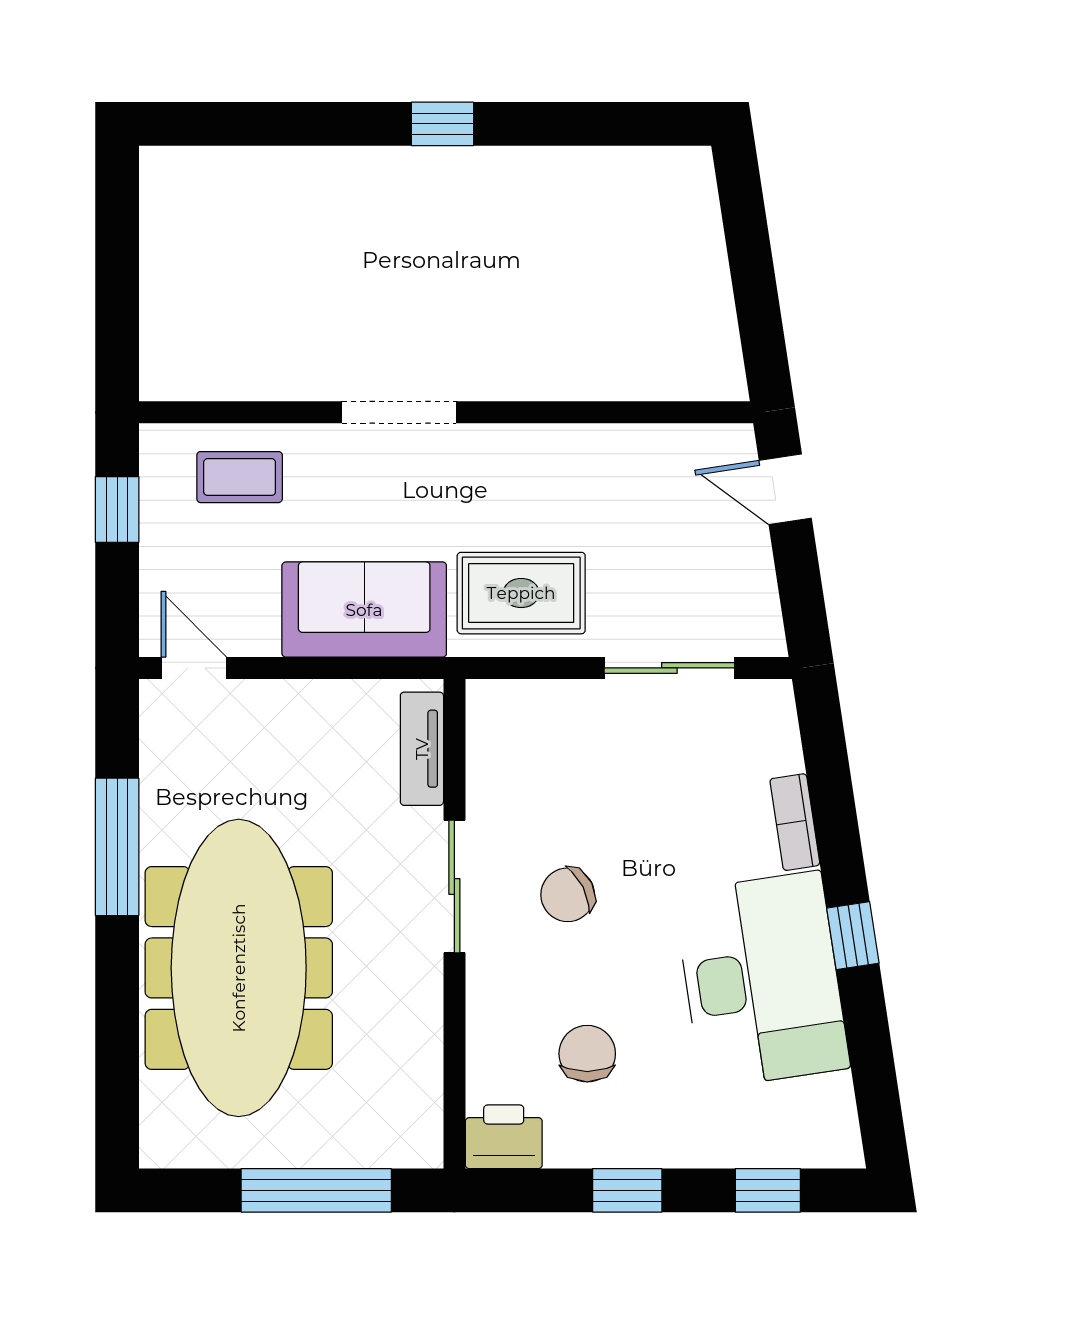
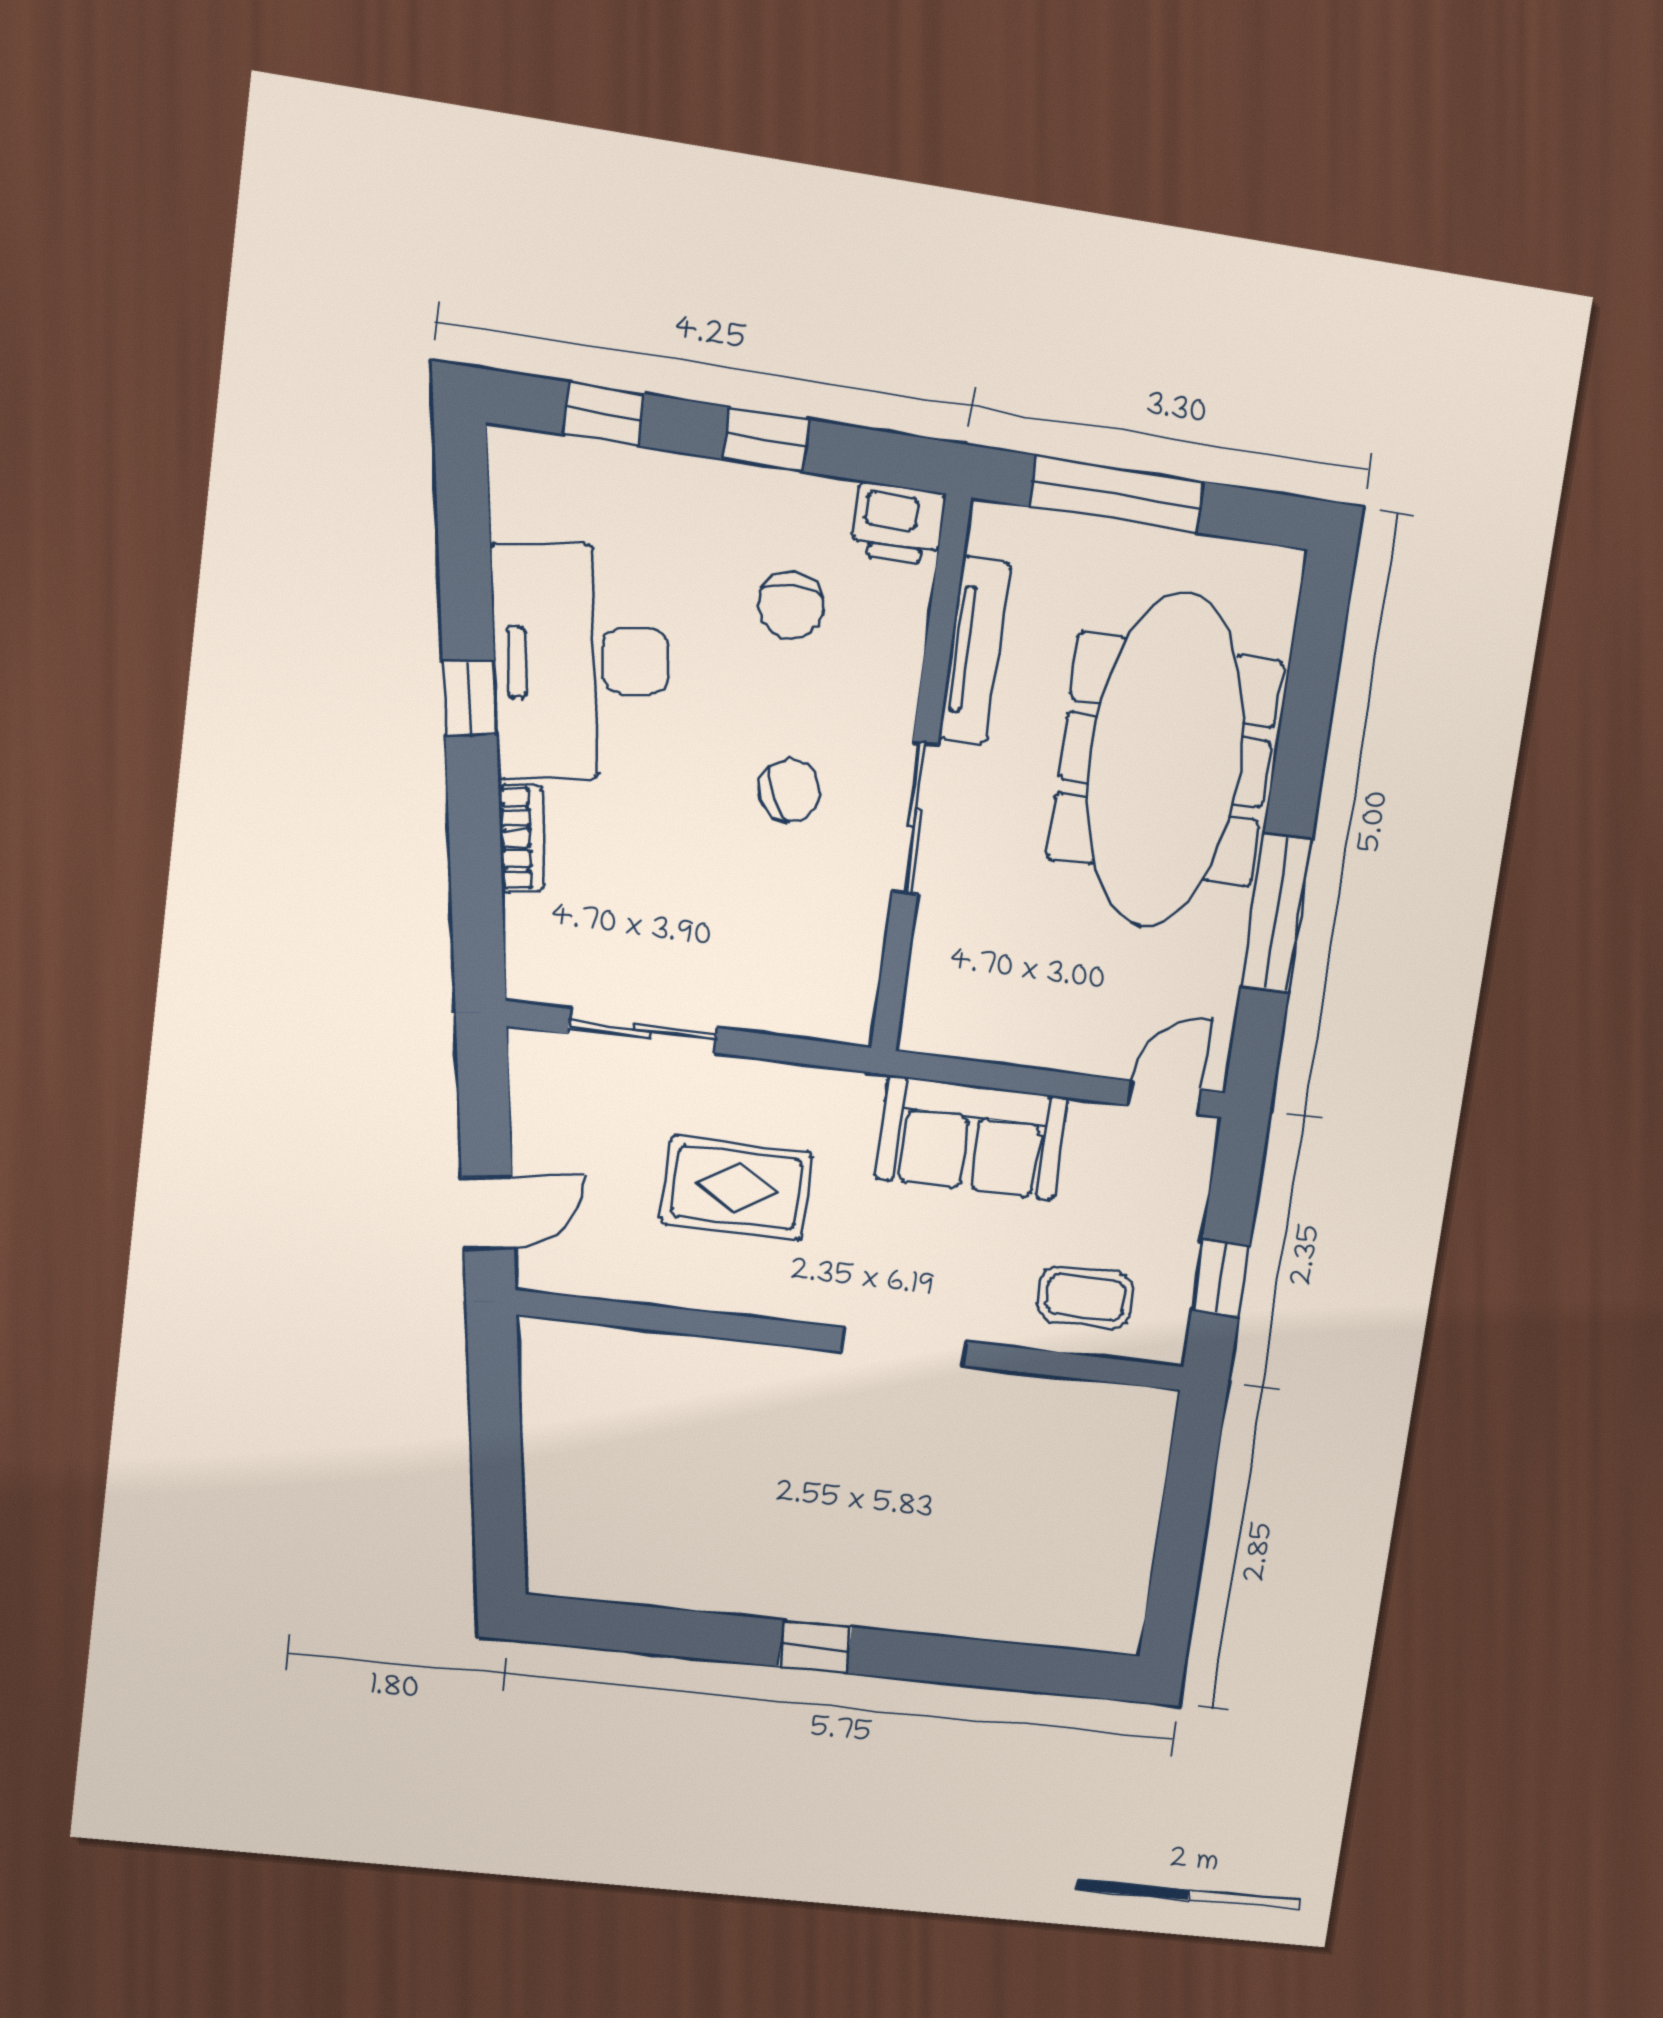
door: (785, 489) -> (488, 1213), hinge flipped
rug: (521, 593) -> (737, 1188), moved
door: (194, 668) -> (1165, 1098), swing flipped
tv unit: (422, 749) -> (975, 651), moved, width x1.41

